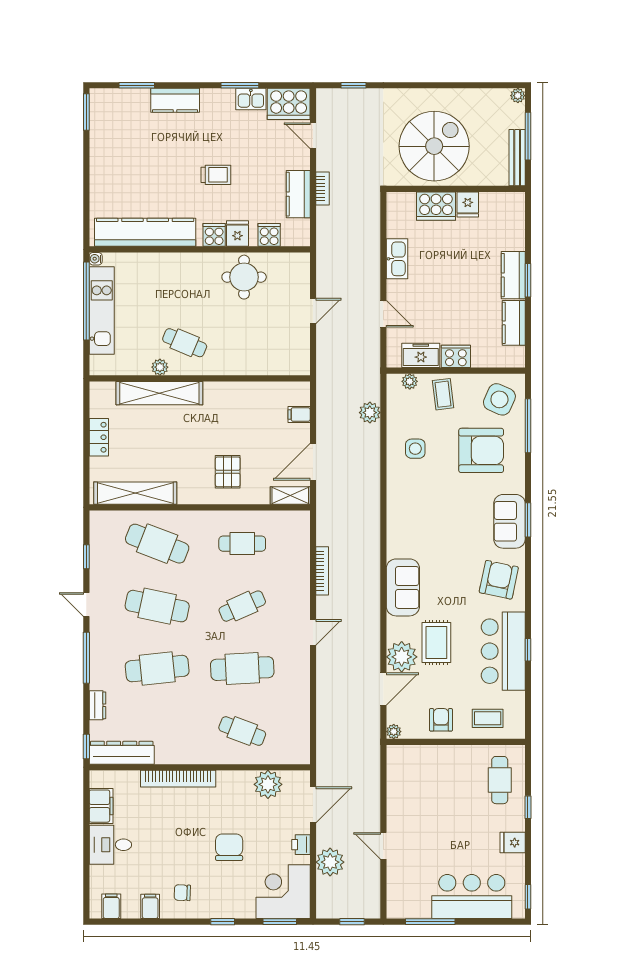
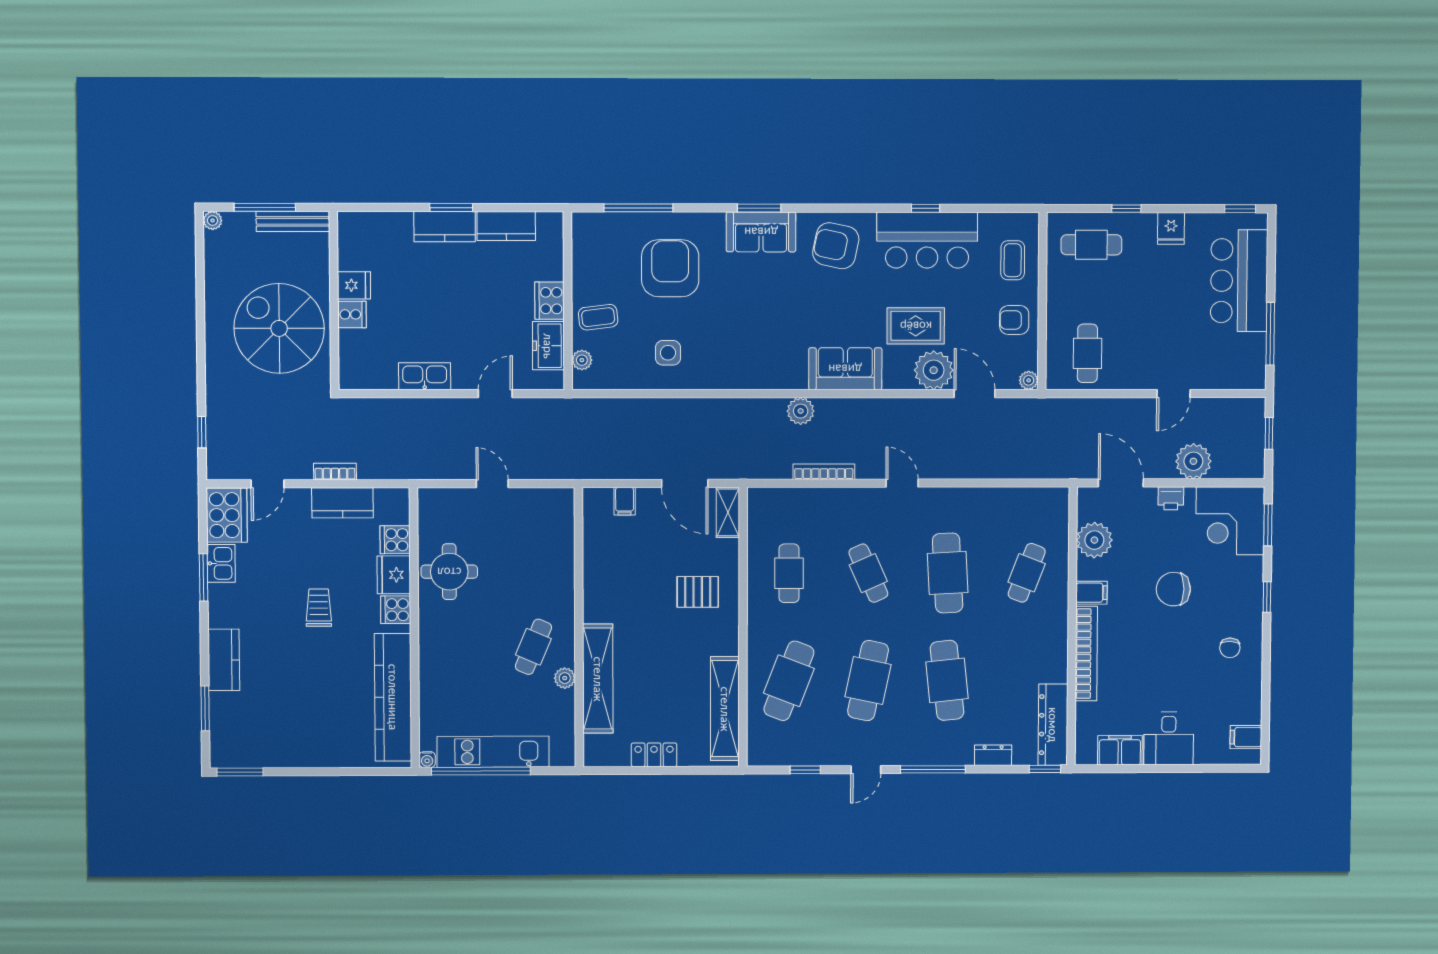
cooker: (436, 206) -> (352, 314), width x0.53, depth x0.76
fridge: (237, 234) -> (394, 575), width x1.38
side table: (499, 399) -> (605, 245), removed
plant: (370, 413) -> (801, 411), moved
cafe table: (415, 778) -> (1087, 353), added
filing cabinet: (150, 906) -> (1091, 593), moved, turned 180

